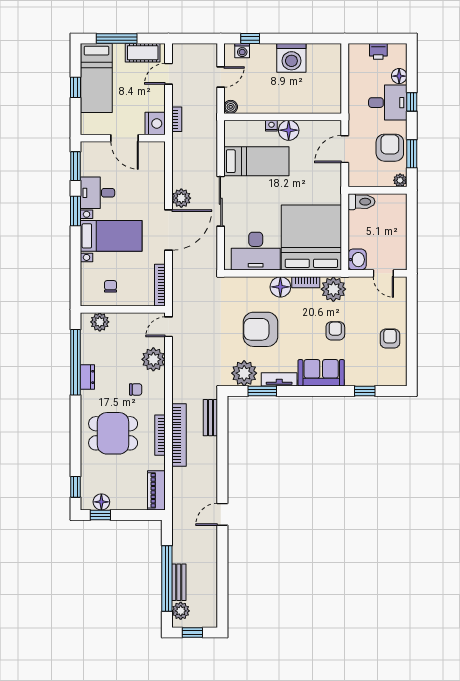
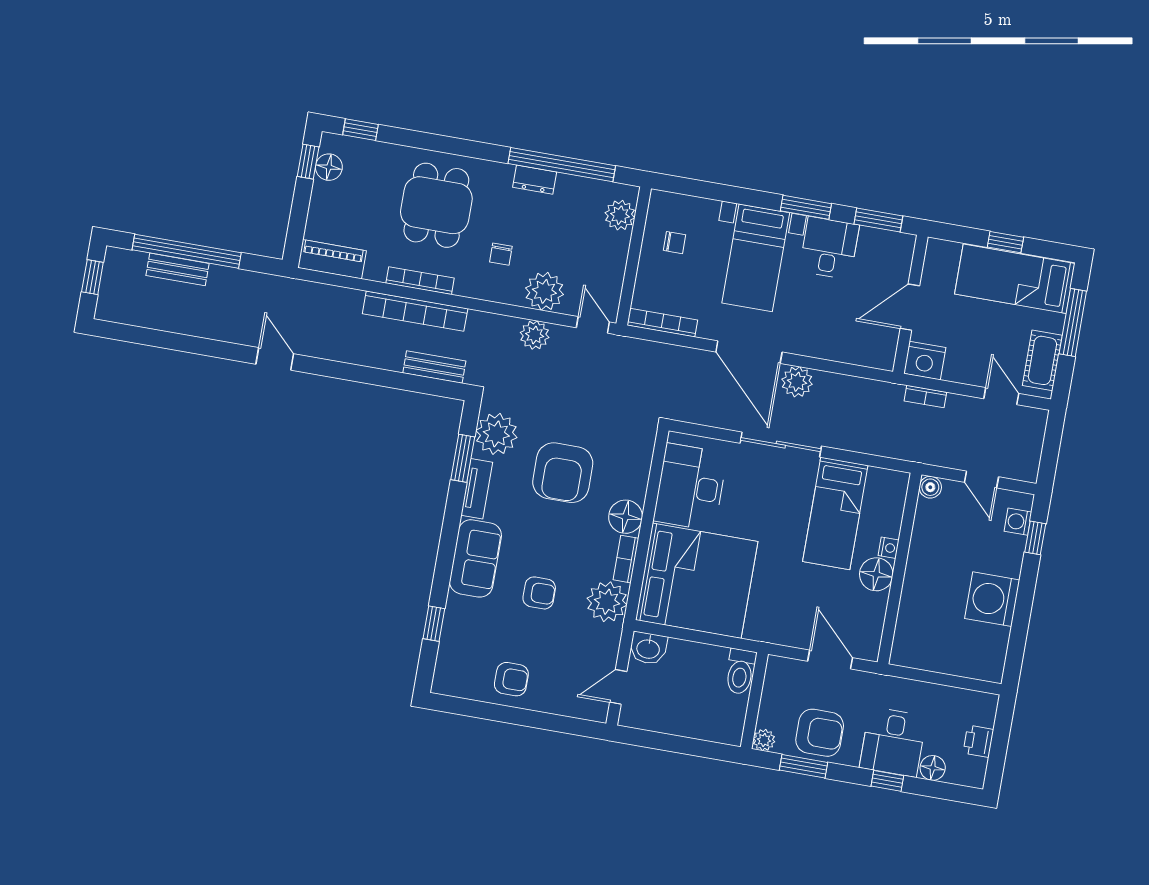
armchair: (261, 329) -> (563, 473), turned 180
plant: (181, 611) -> (535, 335), moved

